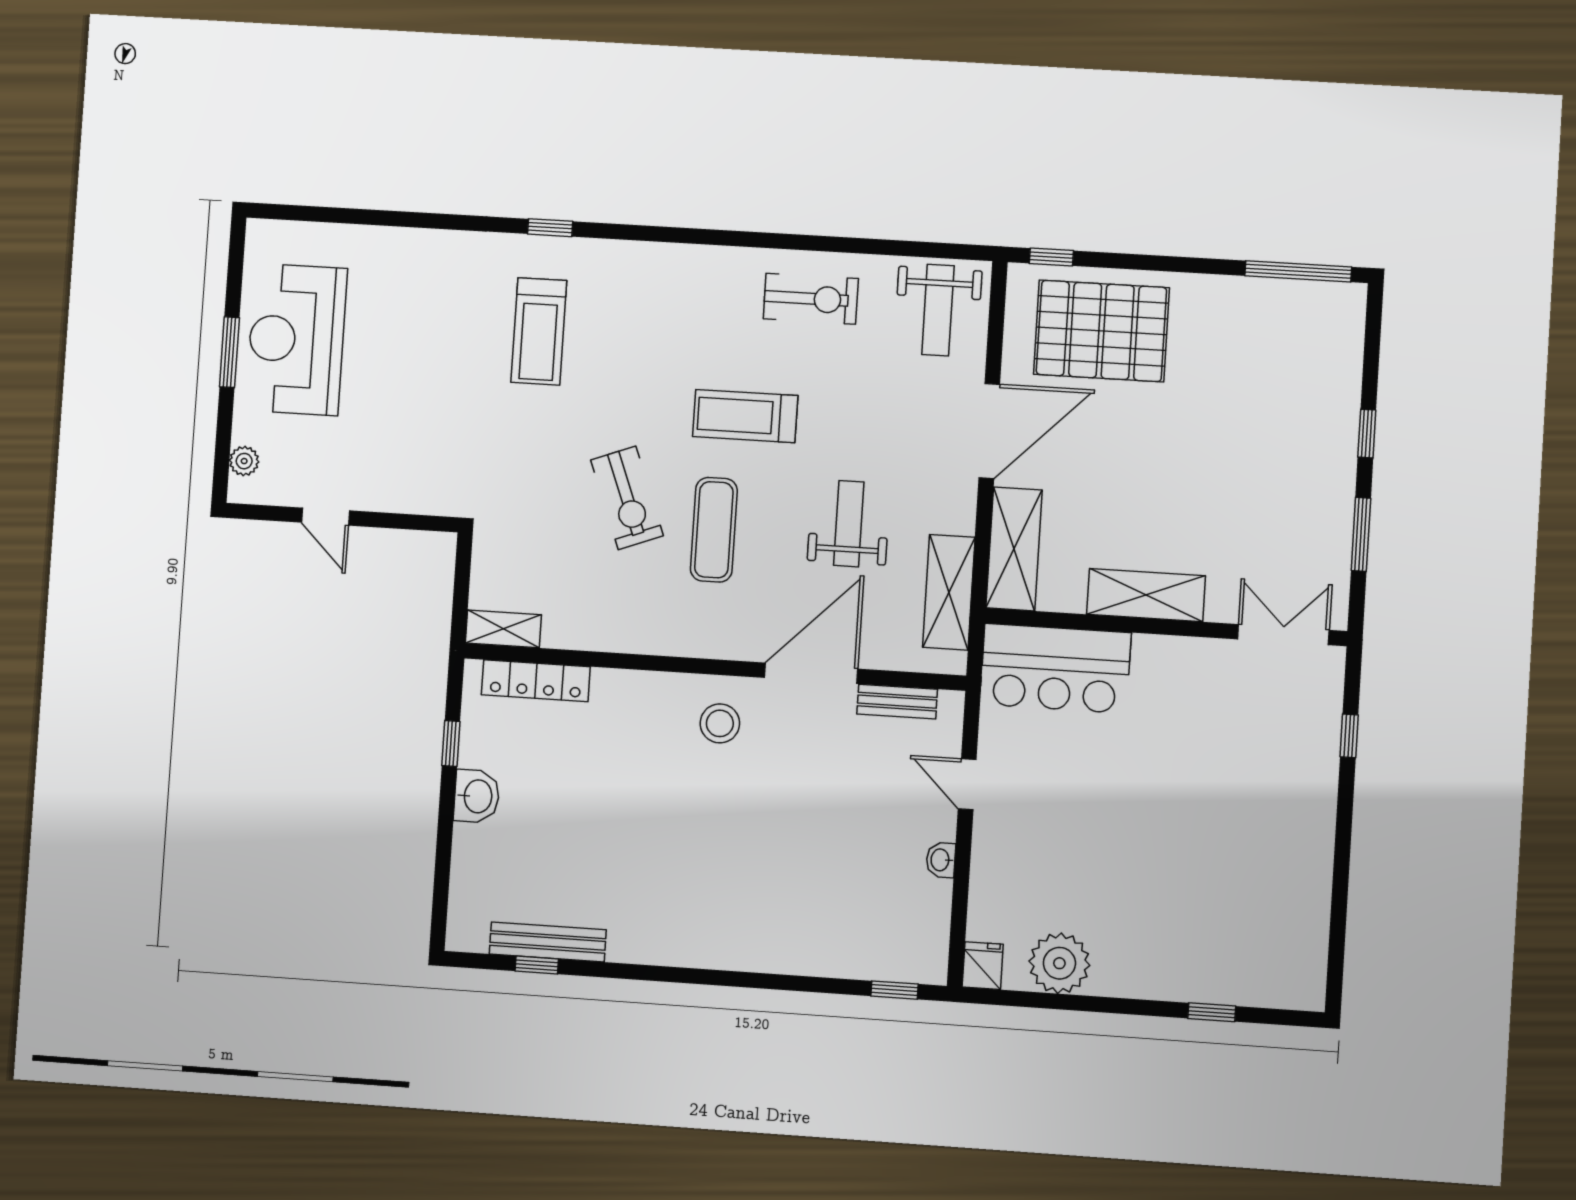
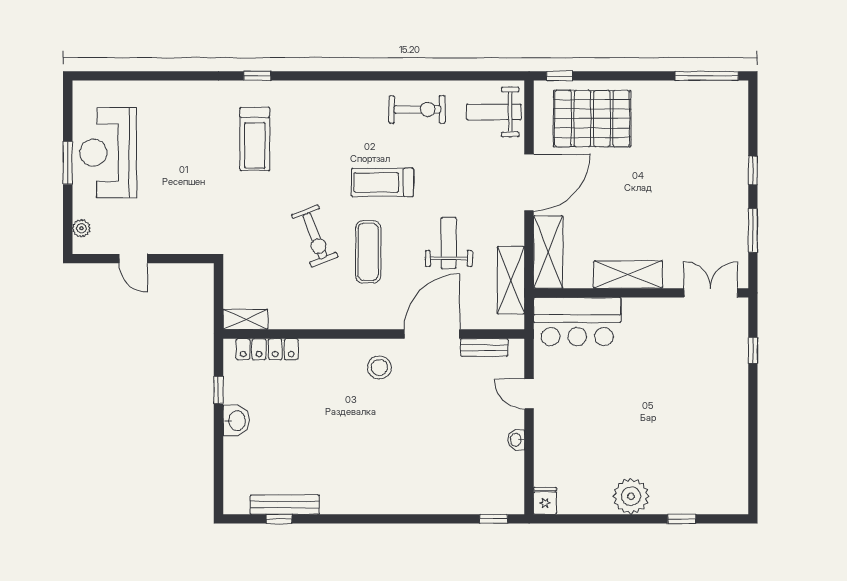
weight bench: (938, 310) -> (494, 112), turned 90
plant: (1059, 963) -> (631, 496), moved

